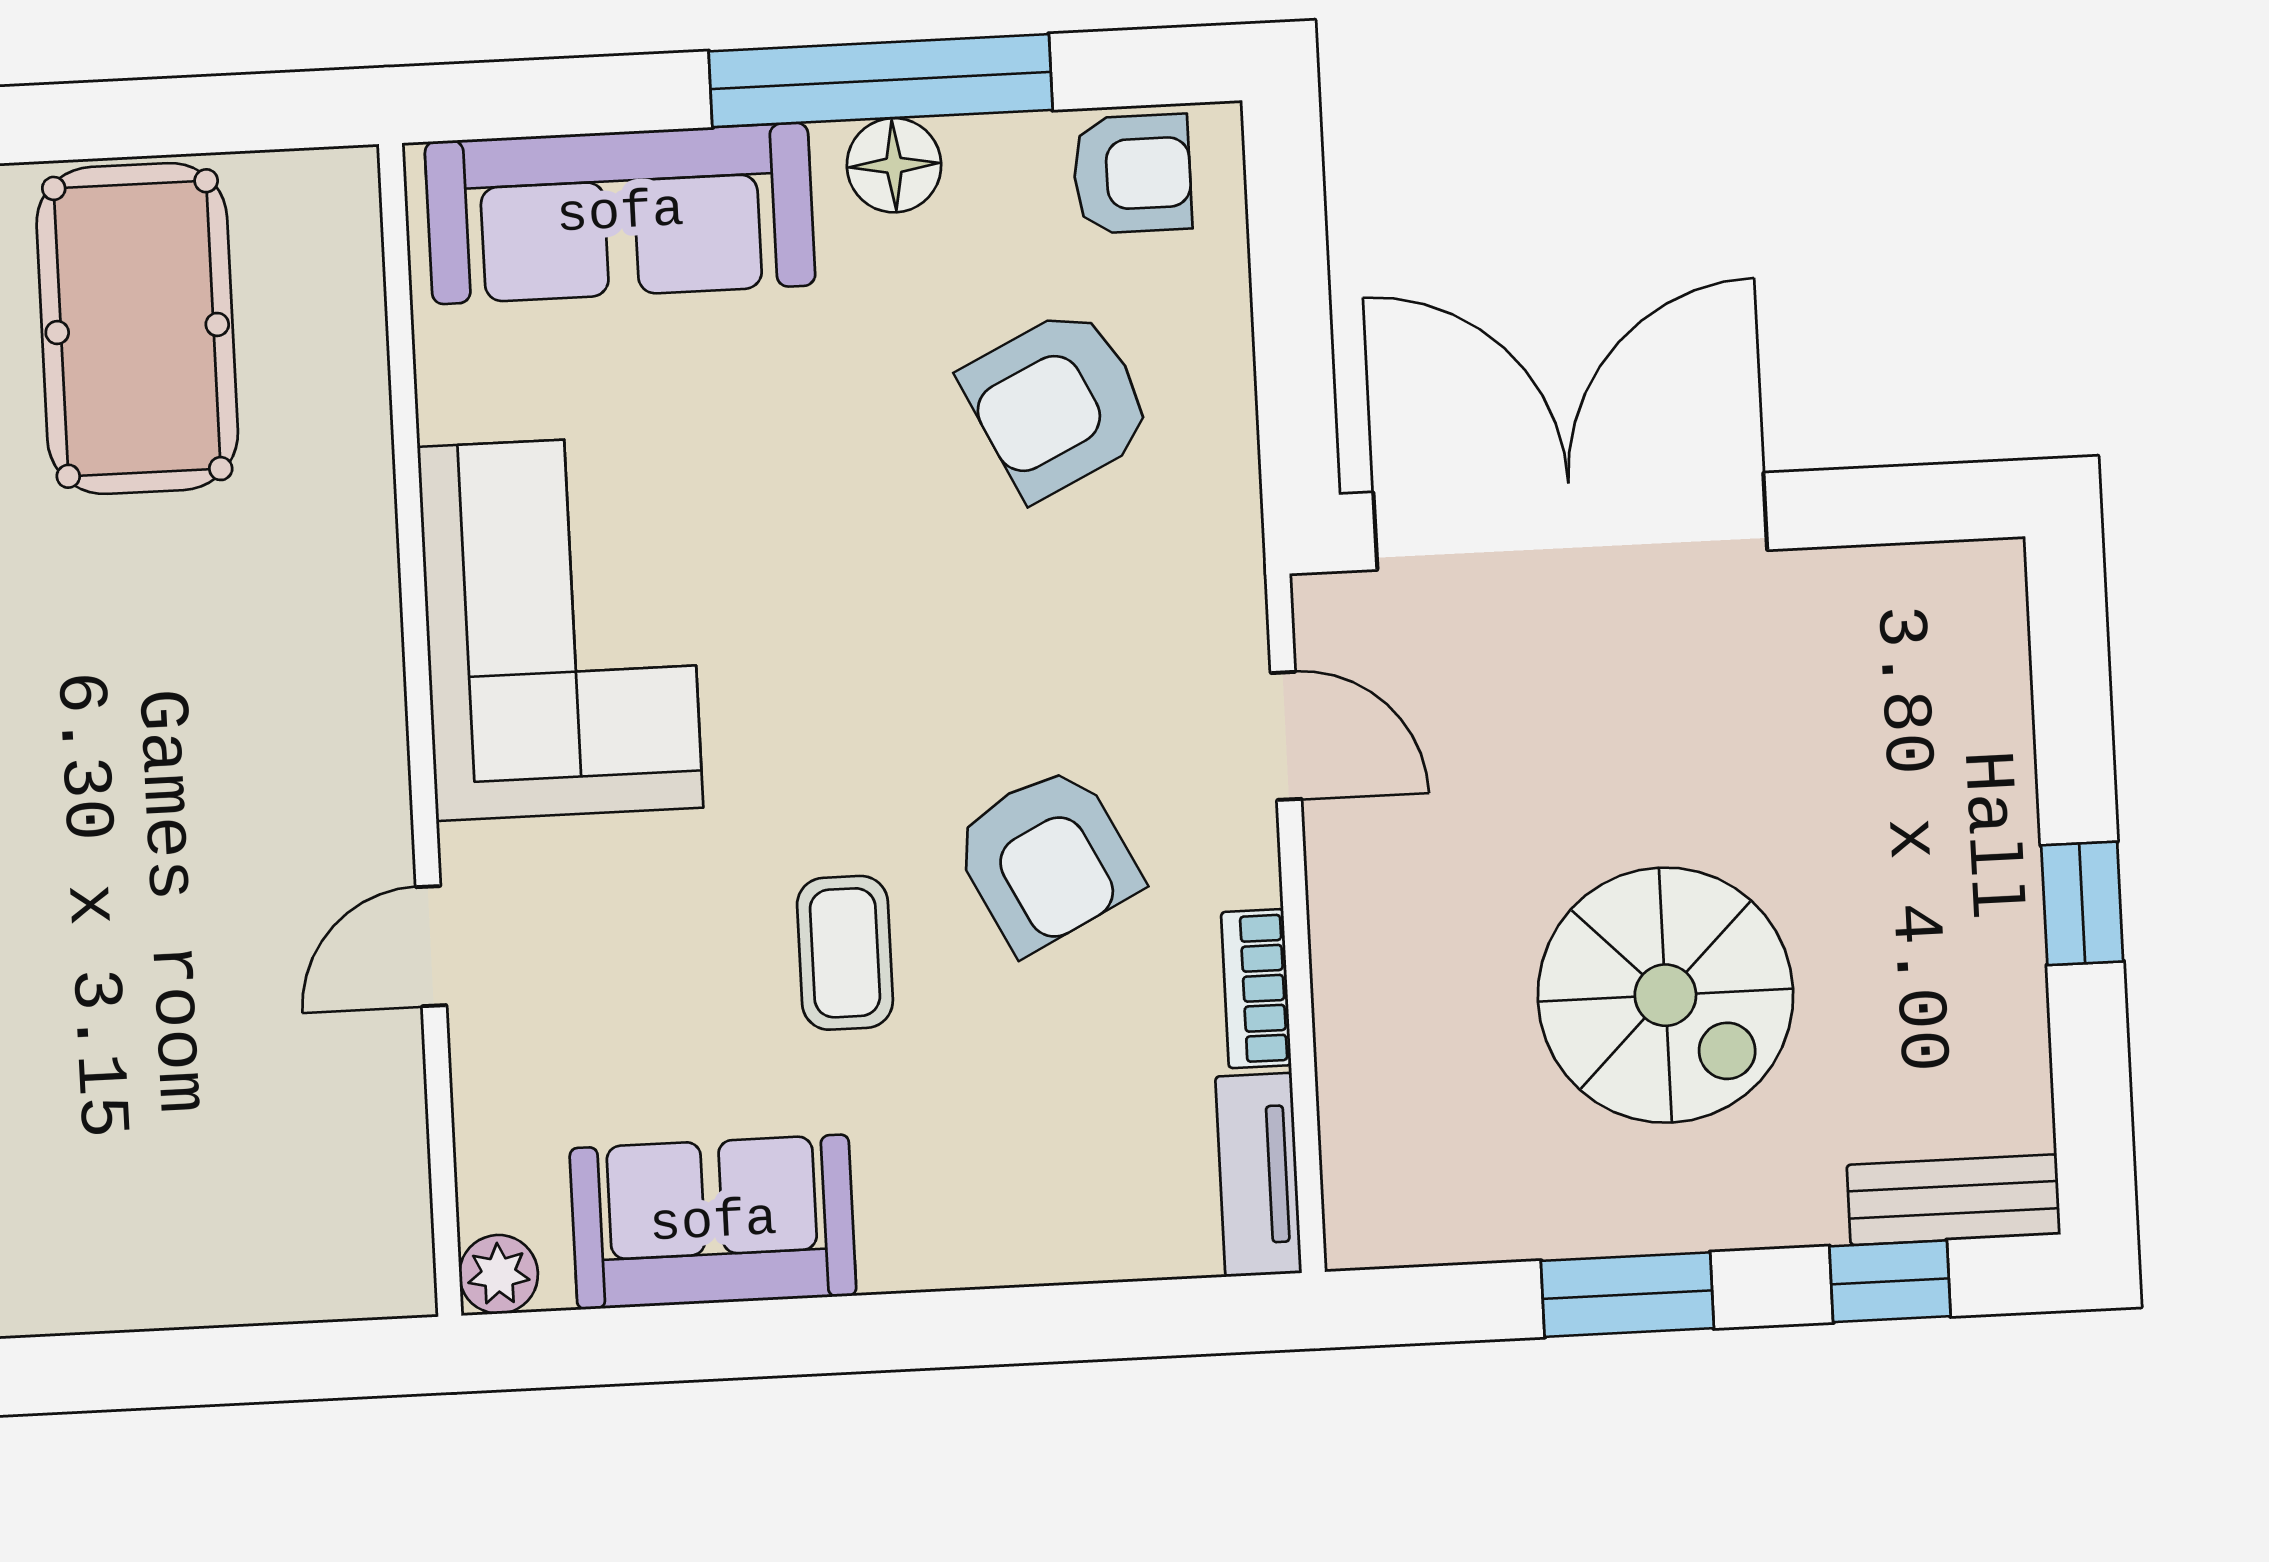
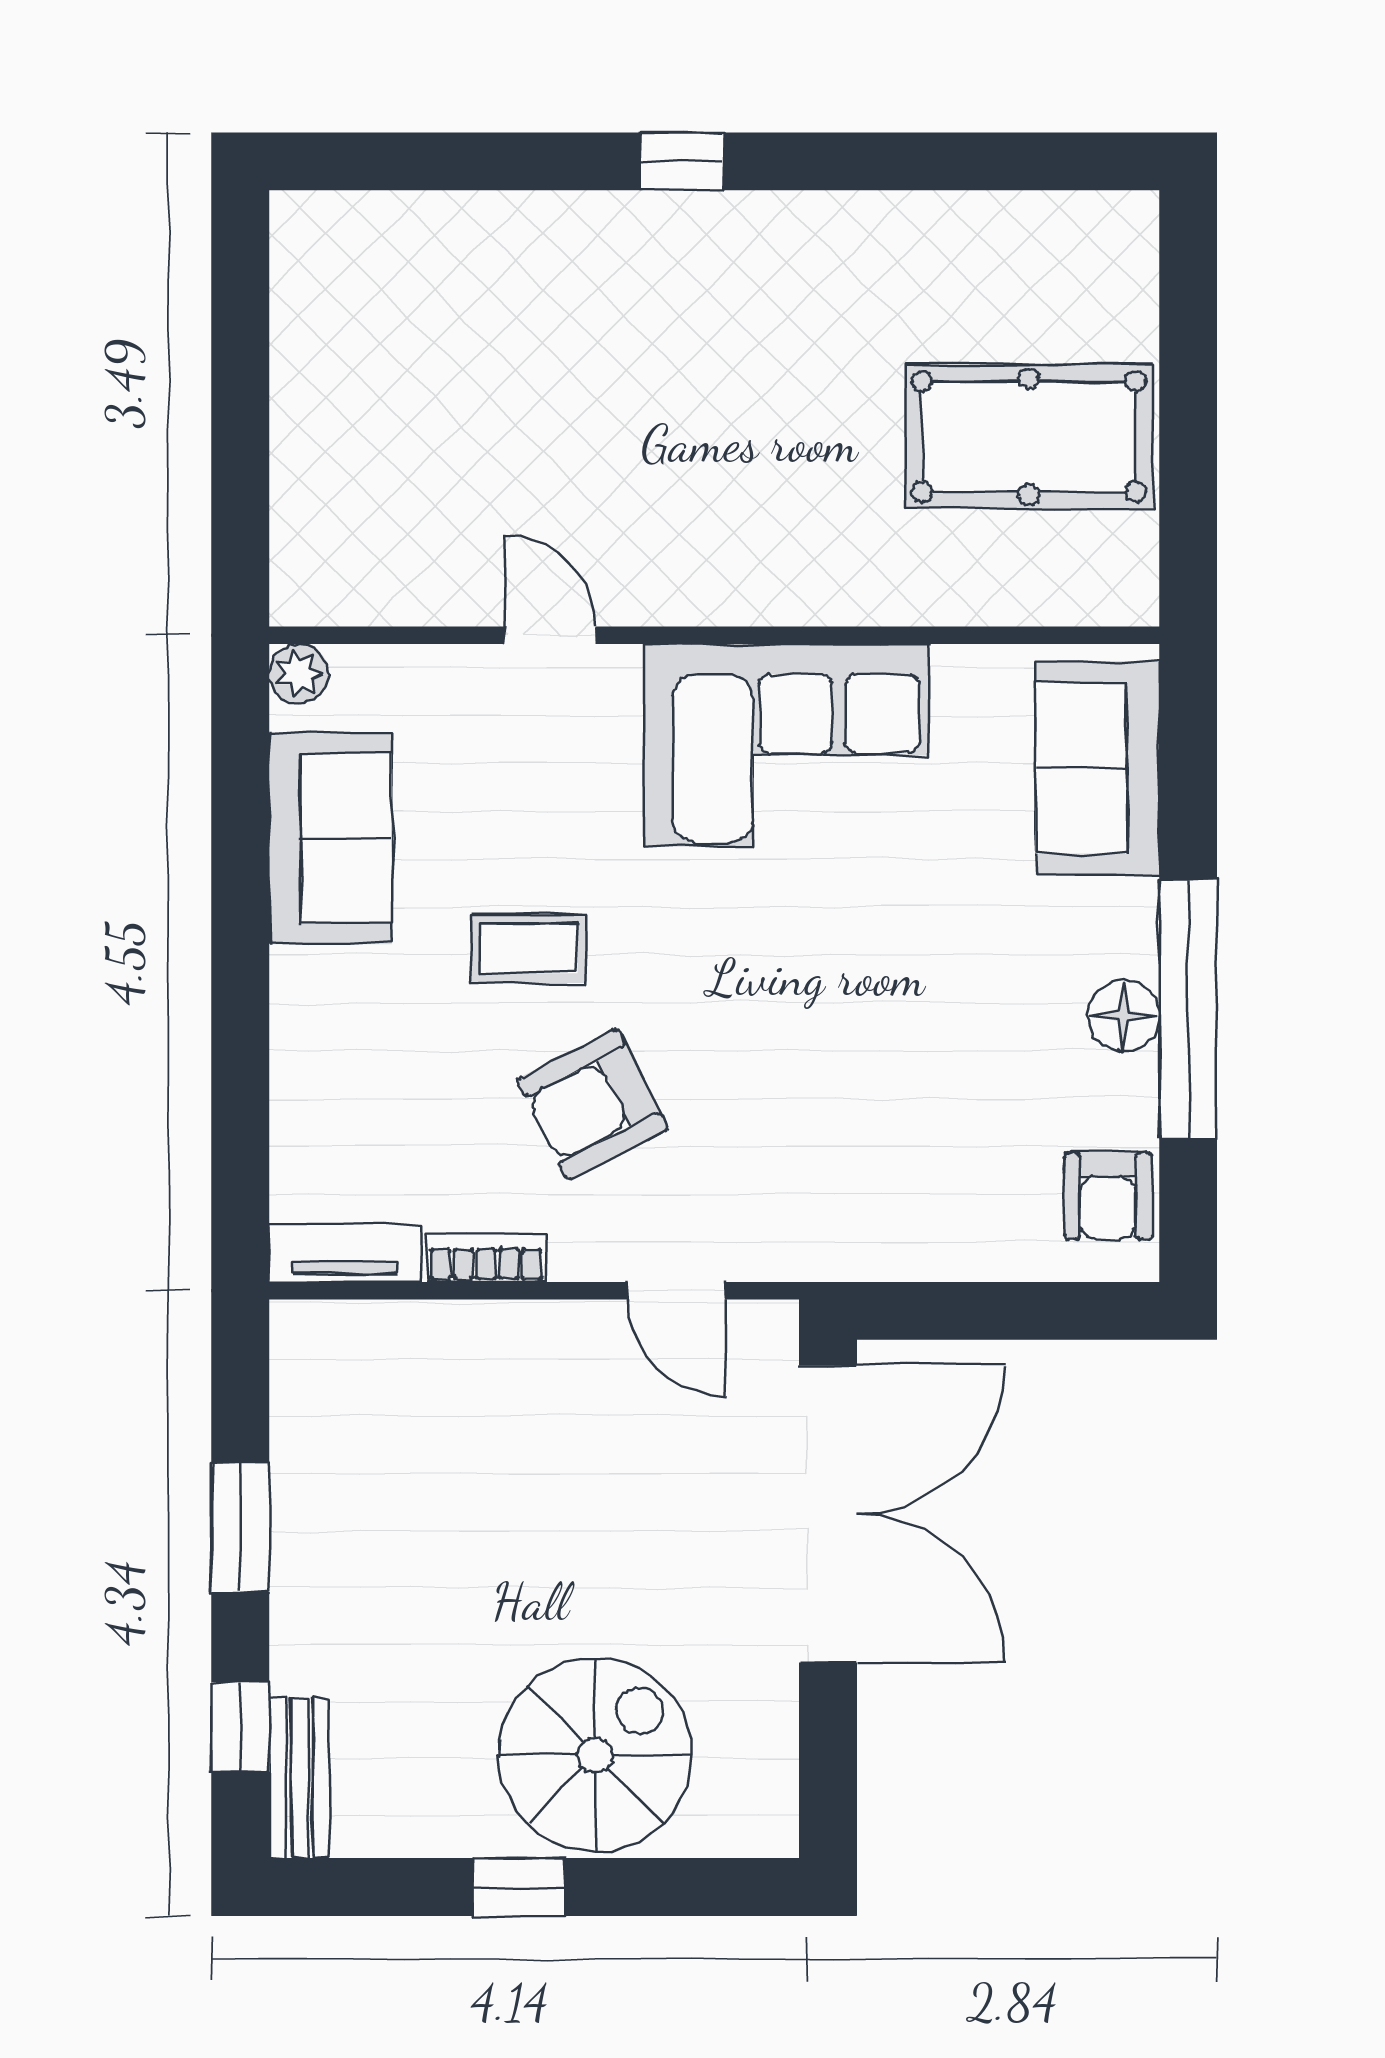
sofa: (620, 213) -> (1097, 768), width x0.73
armchair: (1058, 403) -> (937, 1131), removed
door: (1286, 736) -> (676, 1291), hinge flipped
spiral stairs: (1665, 995) -> (595, 1755), moved, turned 180

